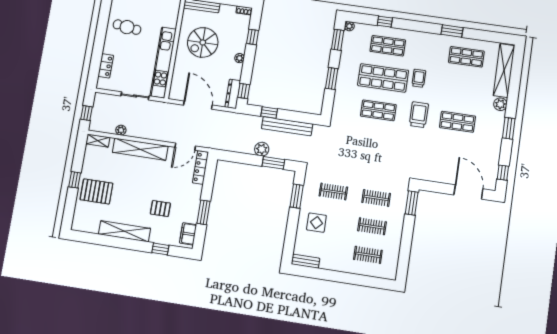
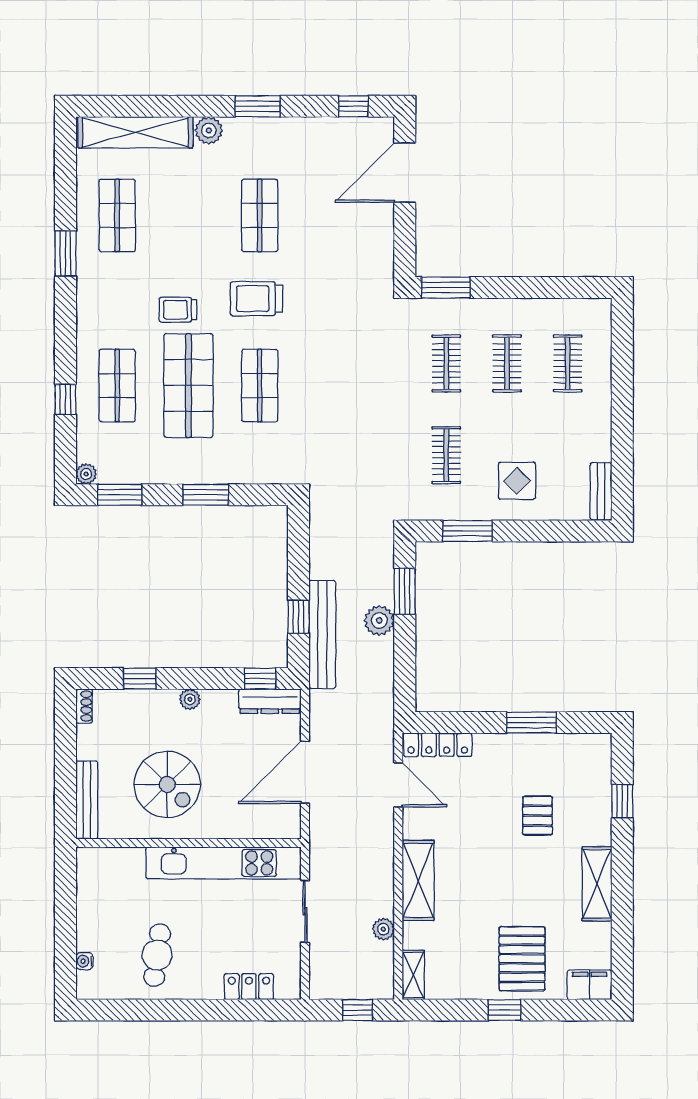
bench: (287, 126) -> (322, 634), moved
shelving: (140, 149) -> (418, 880), width x0.68
shelving: (124, 231) -> (597, 884), width x0.68
filing cabinet: (188, 234) -> (590, 985), moved, turned 180

